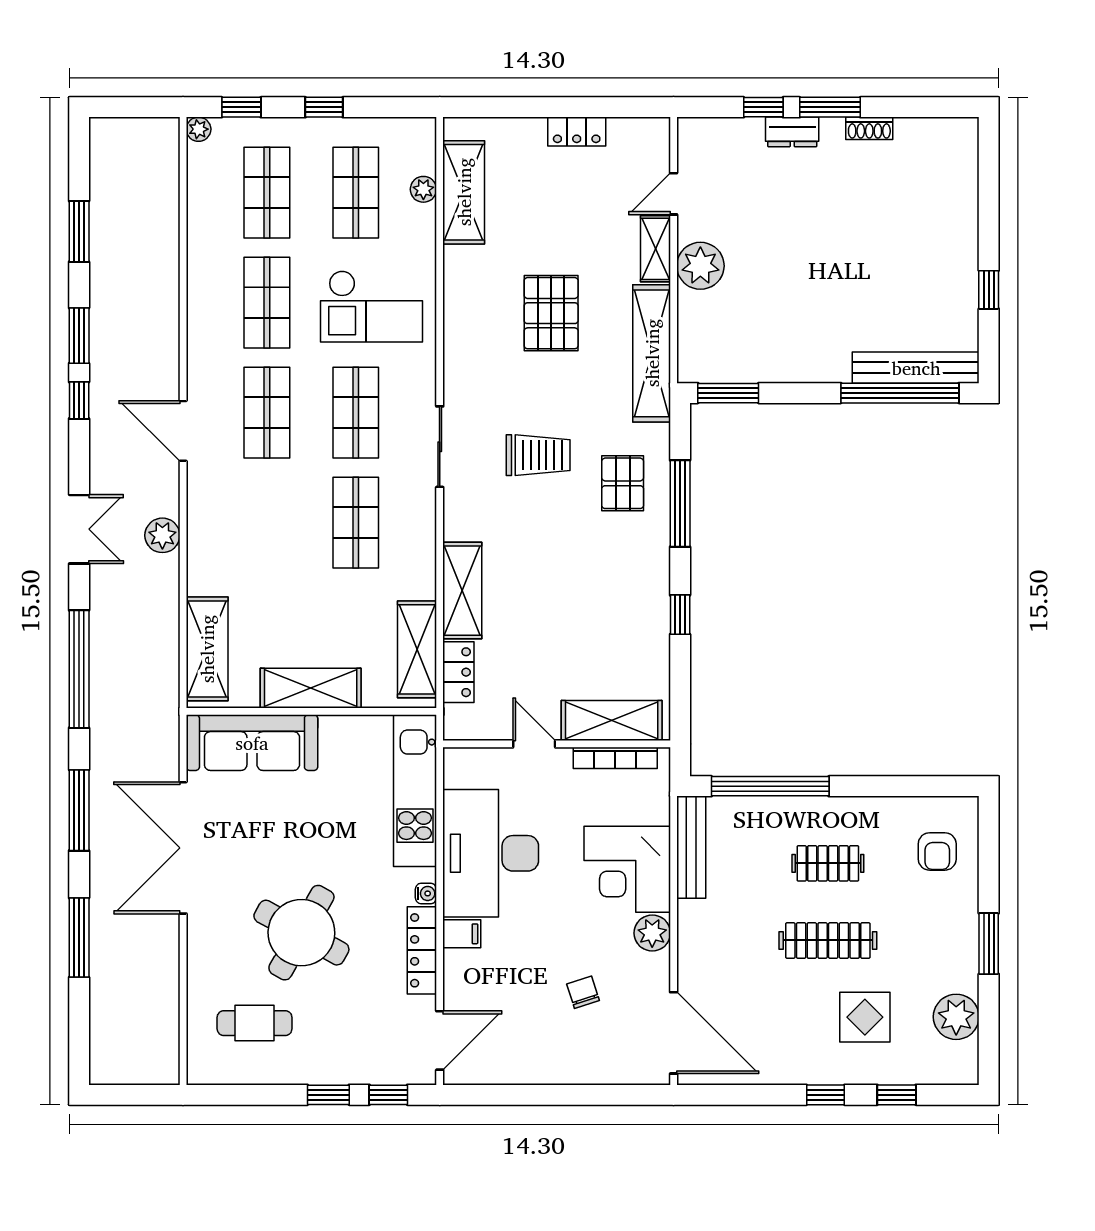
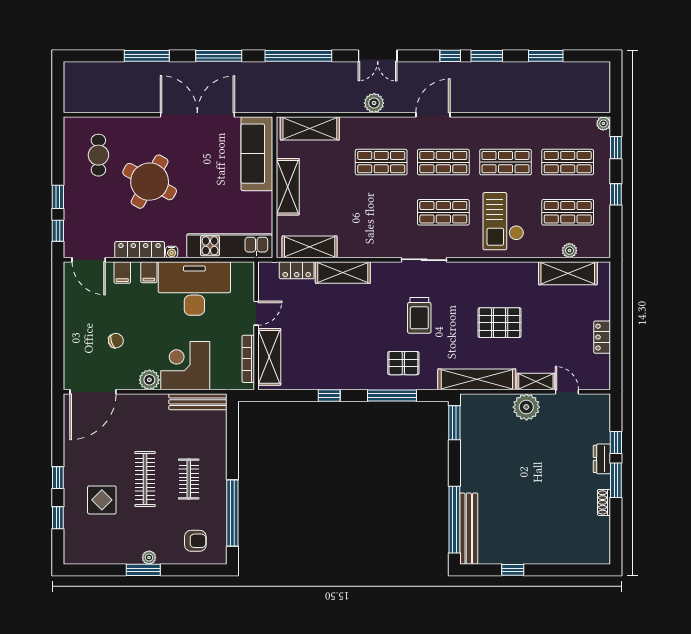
shop shelf: (356, 523) -> (381, 162), moved
window: (770, 786) -> (232, 513), moved
armchair: (937, 851) -> (195, 541), turned 180
filing cabinet: (462, 981) -> (122, 272), added
plant: (956, 1017) -> (149, 558), moved, width x0.53, depth x0.53

